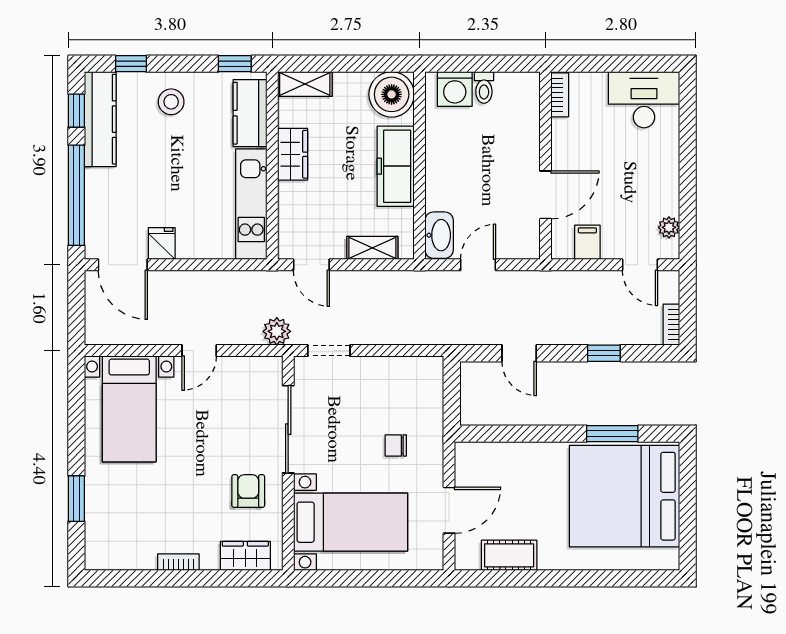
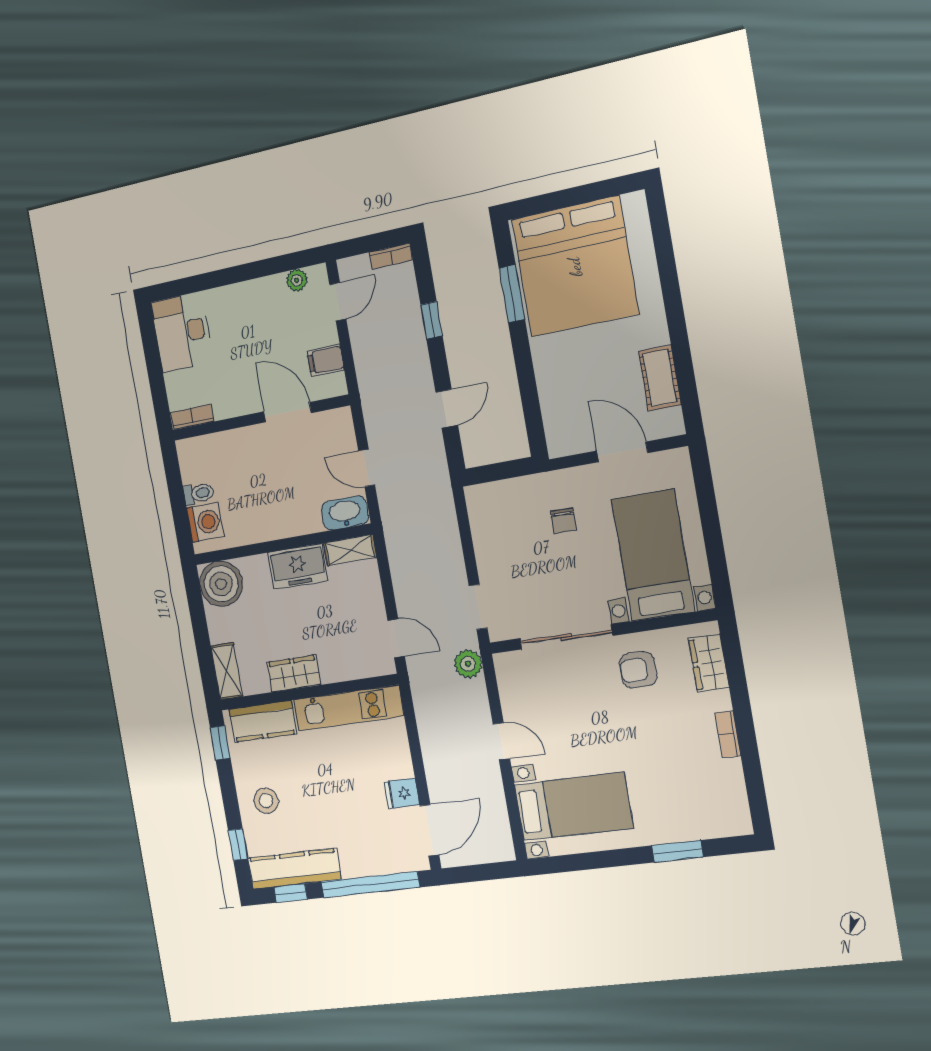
freezer: (396, 166) -> (298, 567), width x0.71
shelving: (372, 248) -> (350, 550), moved, turned 90
door: (311, 265) -> (396, 638), hinge flipped

